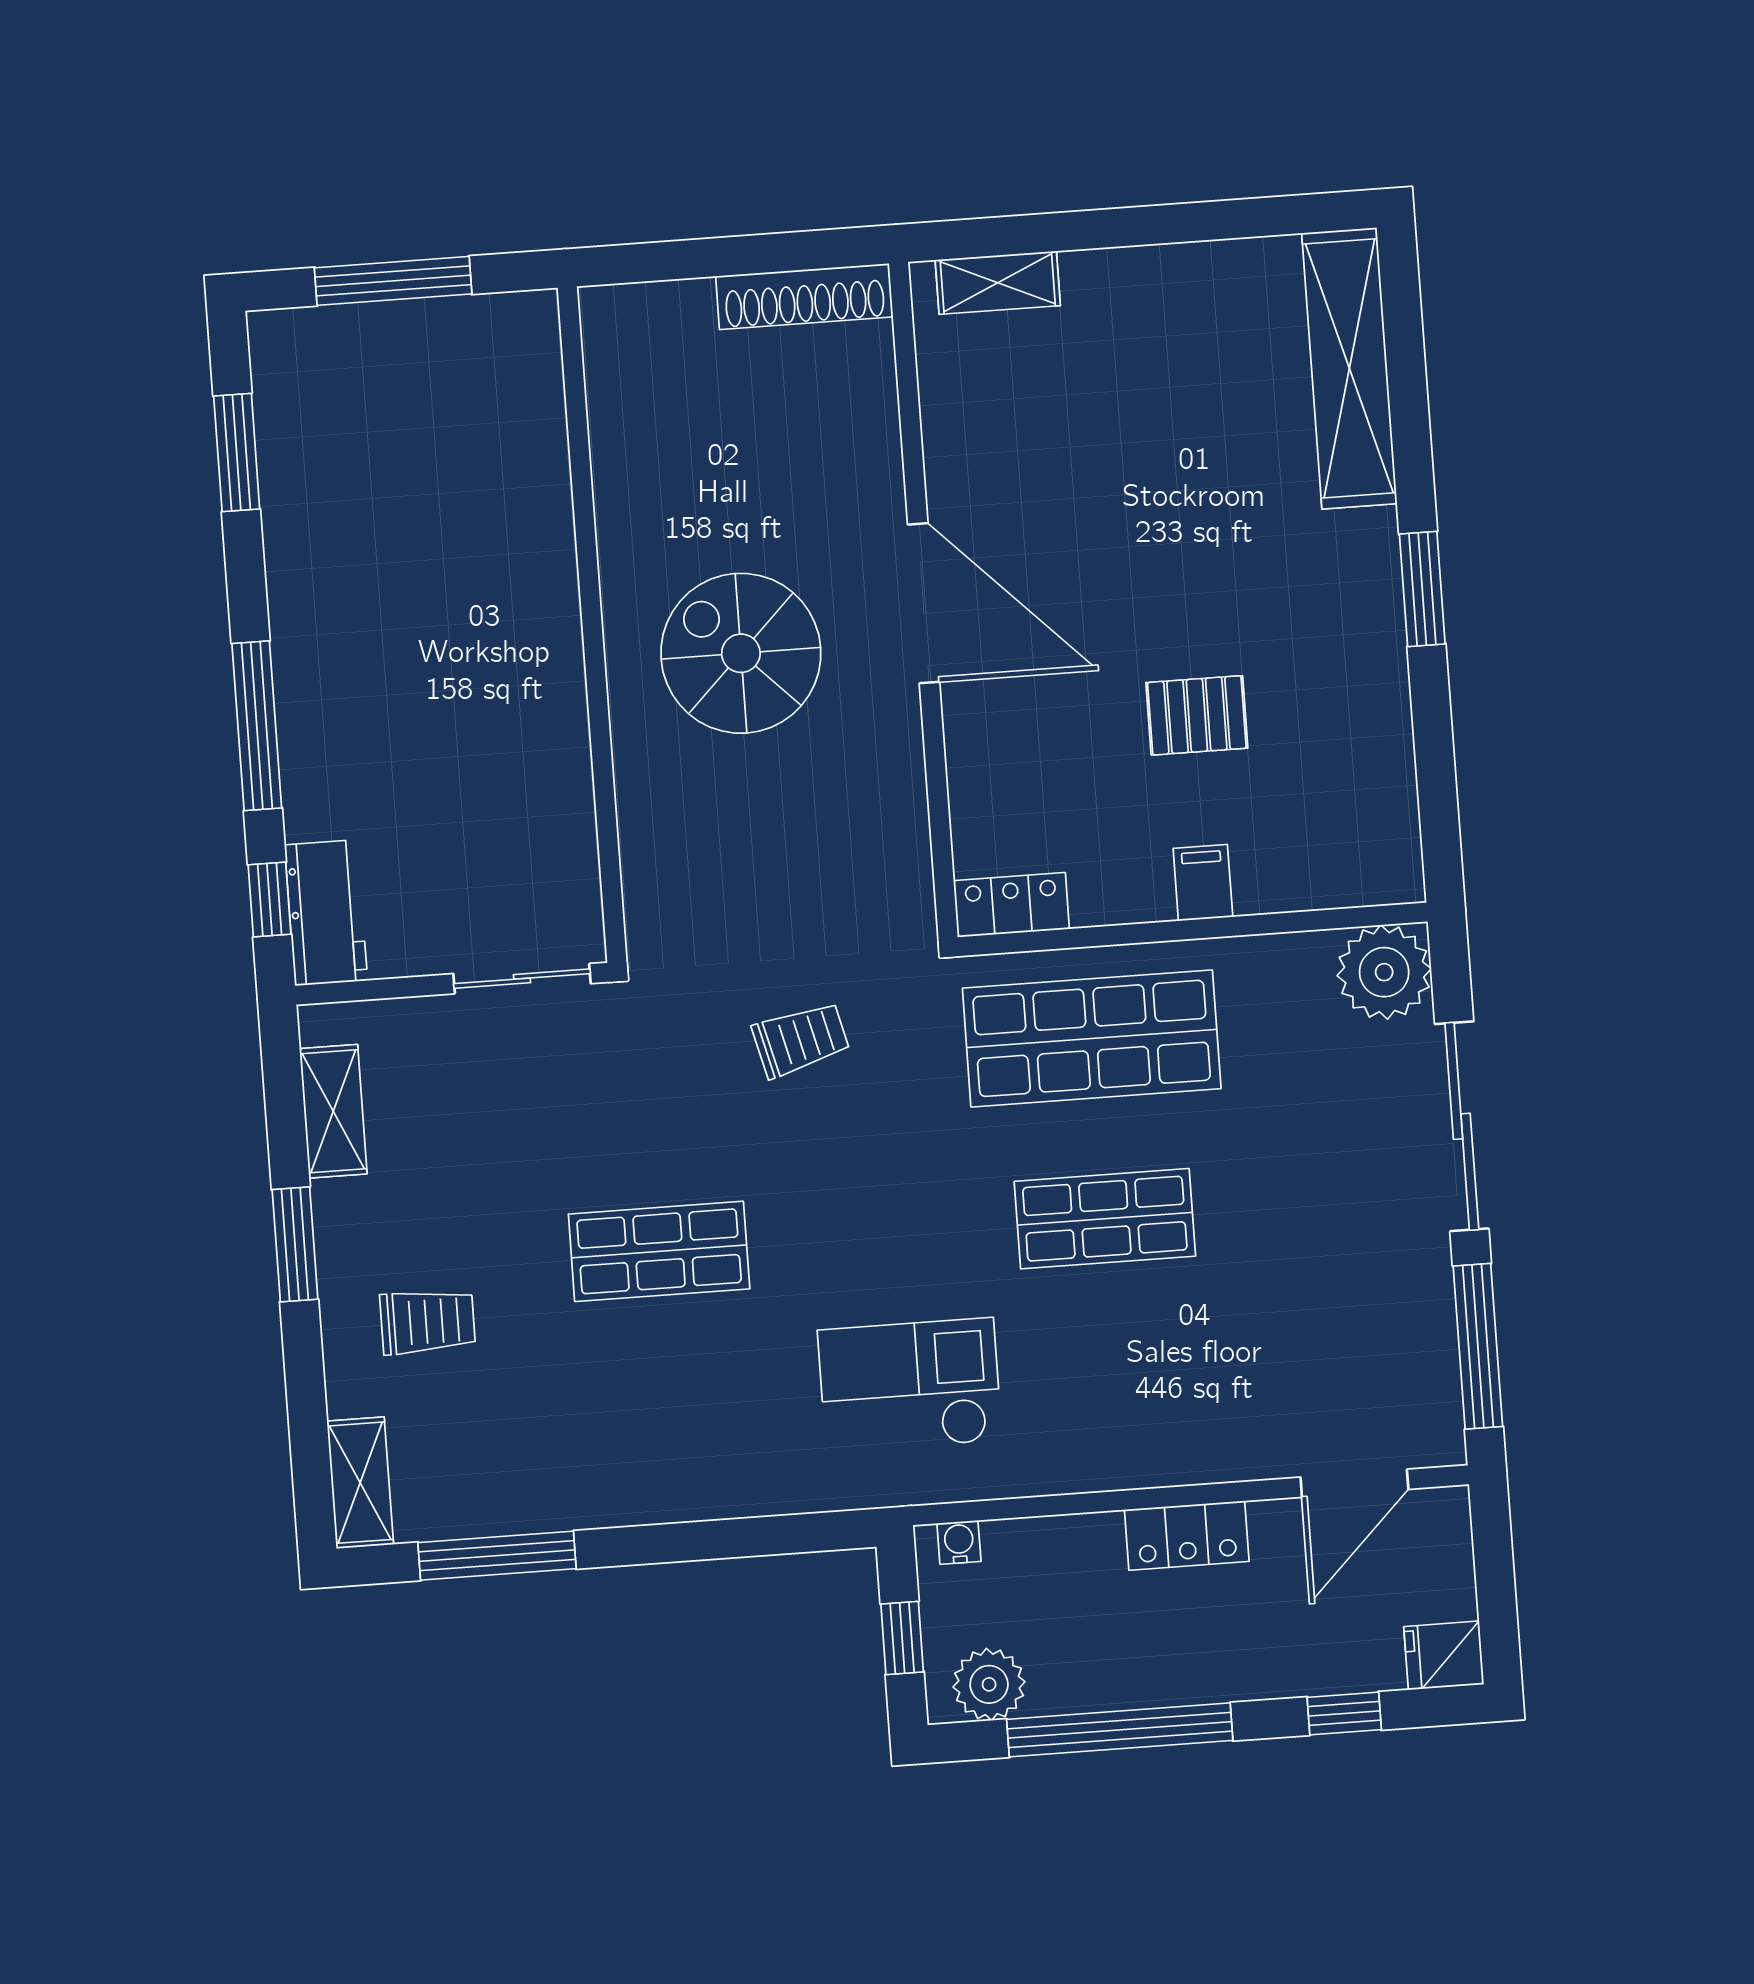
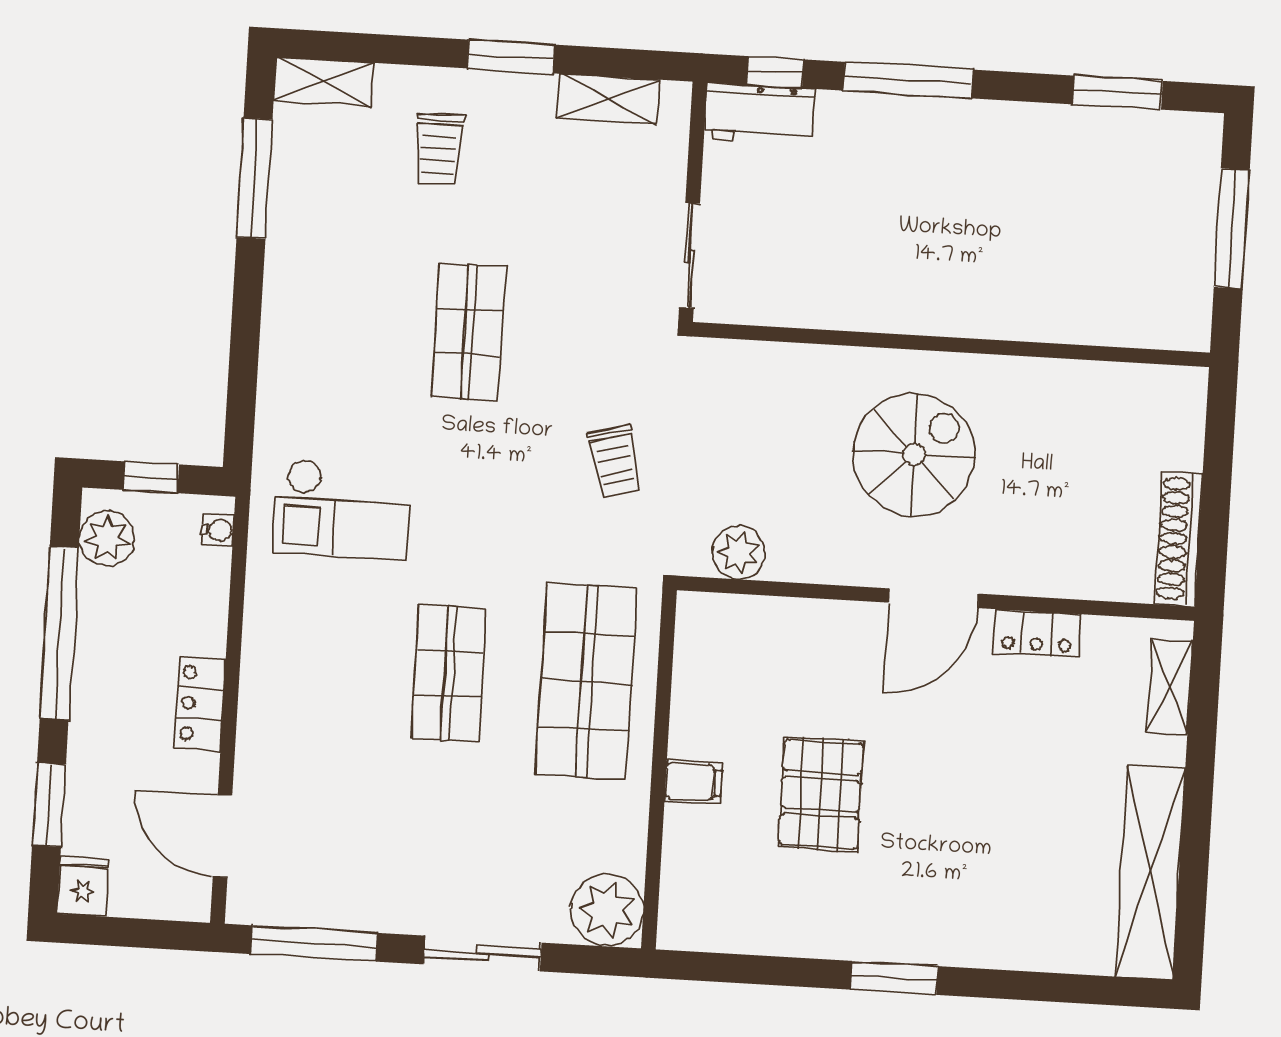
shelving: (1349, 368) -> (1150, 873), moved, turned 90
door: (924, 603) -> (934, 598), width x0.73
pallet: (1197, 715) -> (821, 794), width x1.50, depth x1.42
plant: (898, 864) -> (739, 553), added
locker: (1011, 905) -> (1037, 633), moved, turned 90
sliding door: (1462, 1126) -> (482, 953), width x0.73
checkout: (910, 1385) -> (342, 509), turned 90
window: (1344, 1713) -> (49, 805), width x1.50

